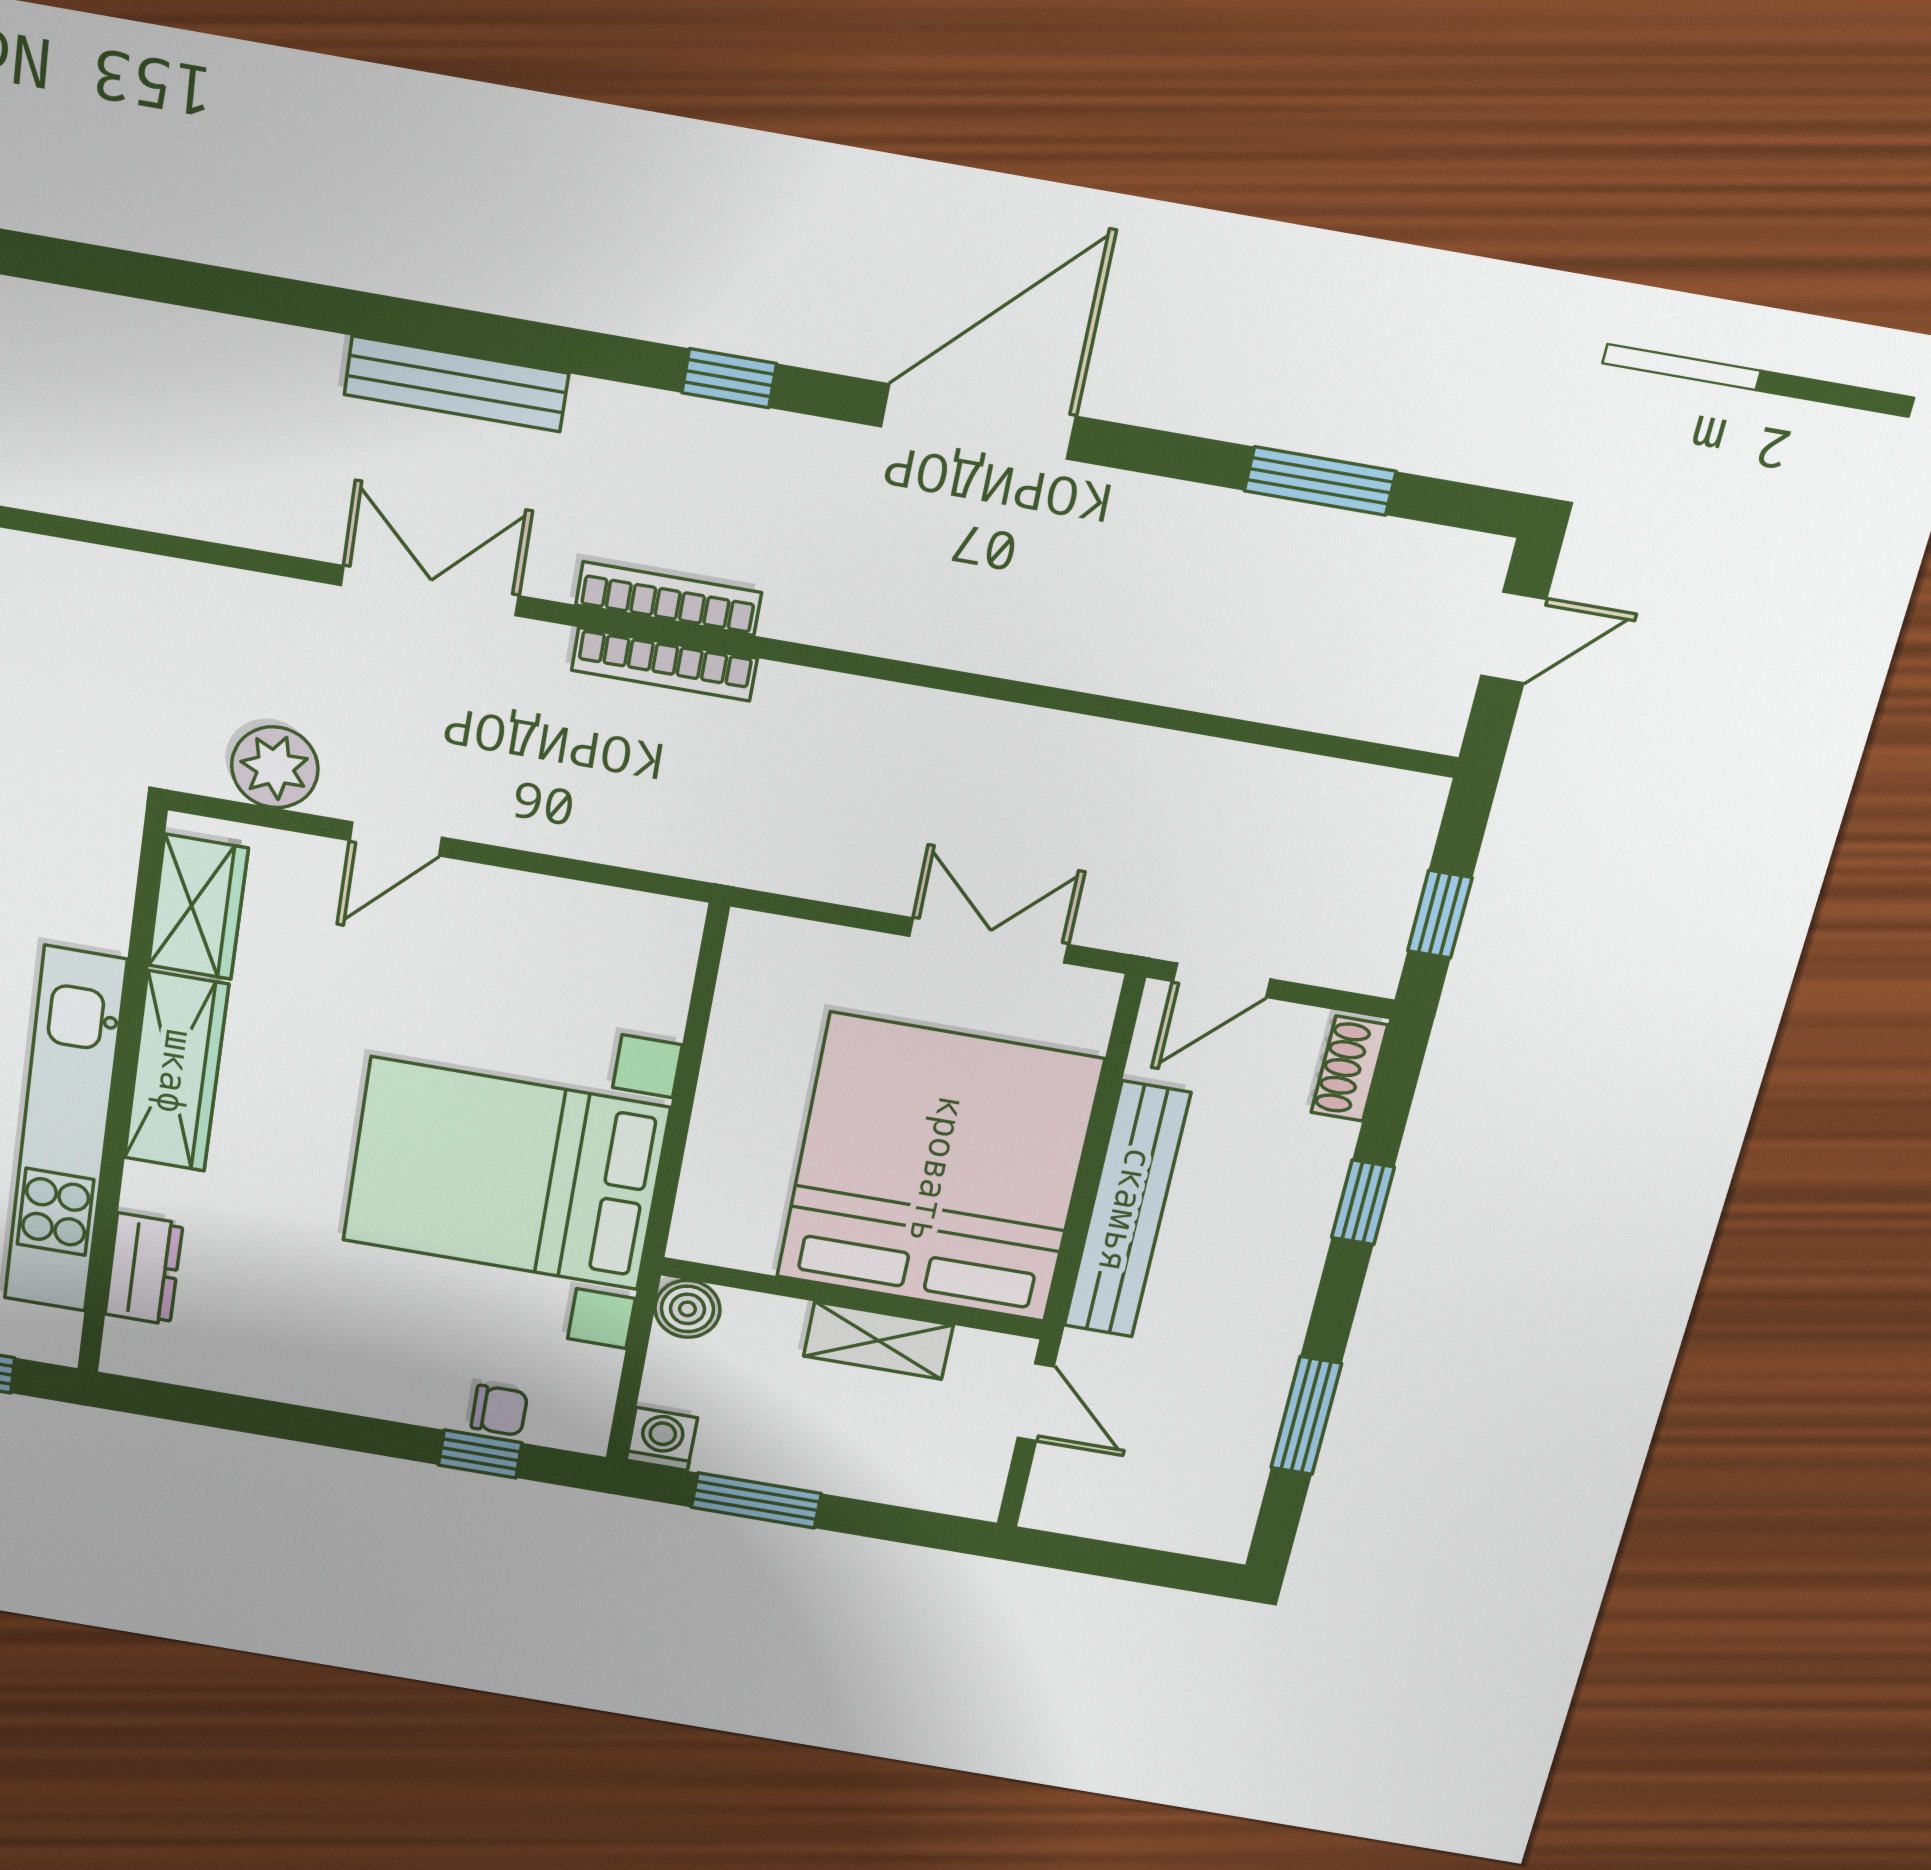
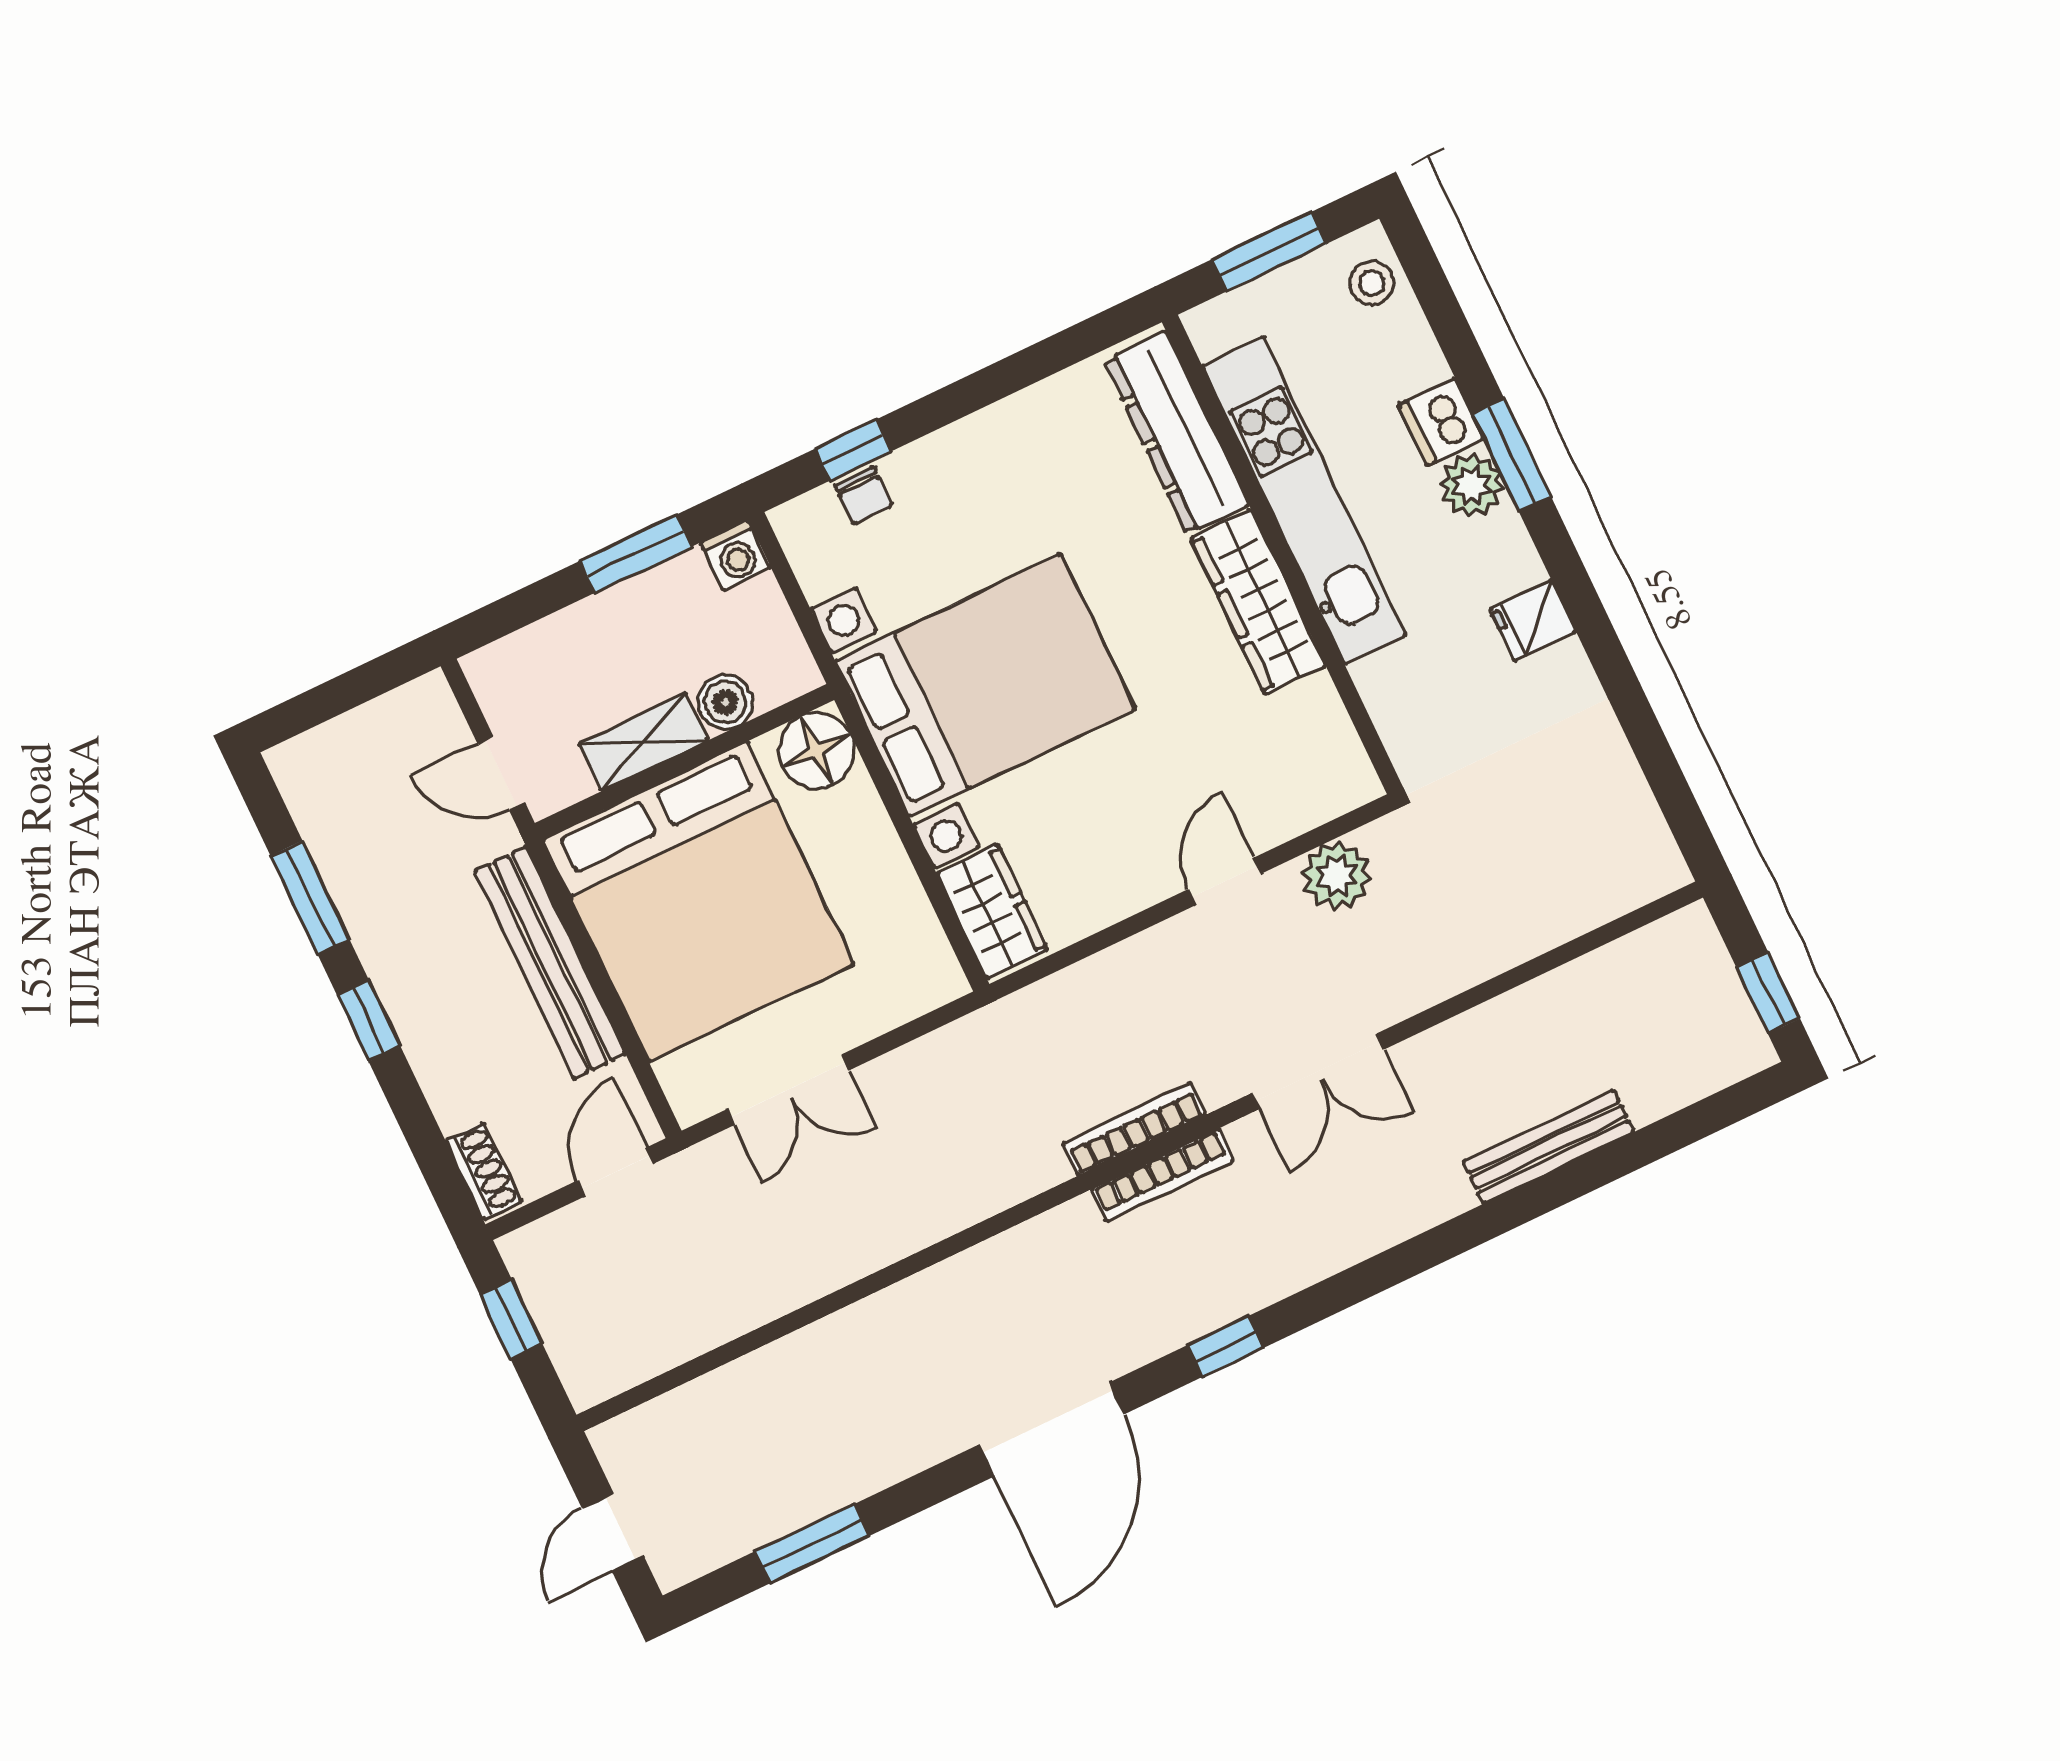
bench: (456, 384) -> (1549, 1147), moved
wardrobe: (198, 907) -> (992, 911), moved, turned 180
window: (1363, 1202) -> (369, 1021), moved
floor lamp: (717, 1225) -> (816, 750), added
dresser: (144, 1269) -> (1176, 433), width x1.96, depth x1.24
boiler: (687, 1309) -> (725, 702), moved
chair: (499, 1410) -> (863, 496), turned -90

